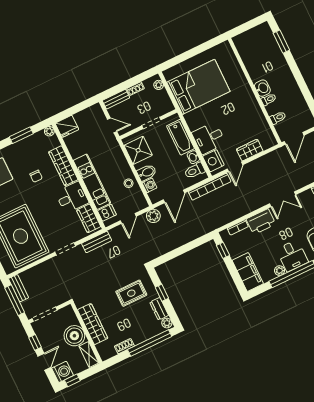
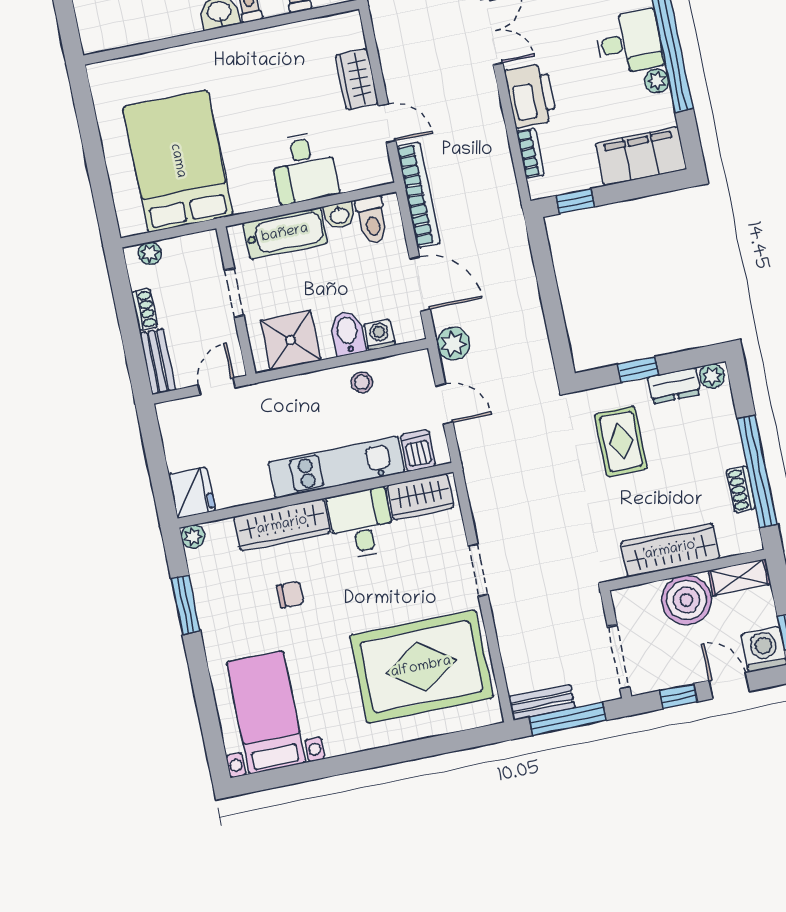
nightstand: (213, 161) -> (360, 170), removed
bench: (97, 242) -> (480, 492), removed
window: (150, 343) -> (757, 472), moved

